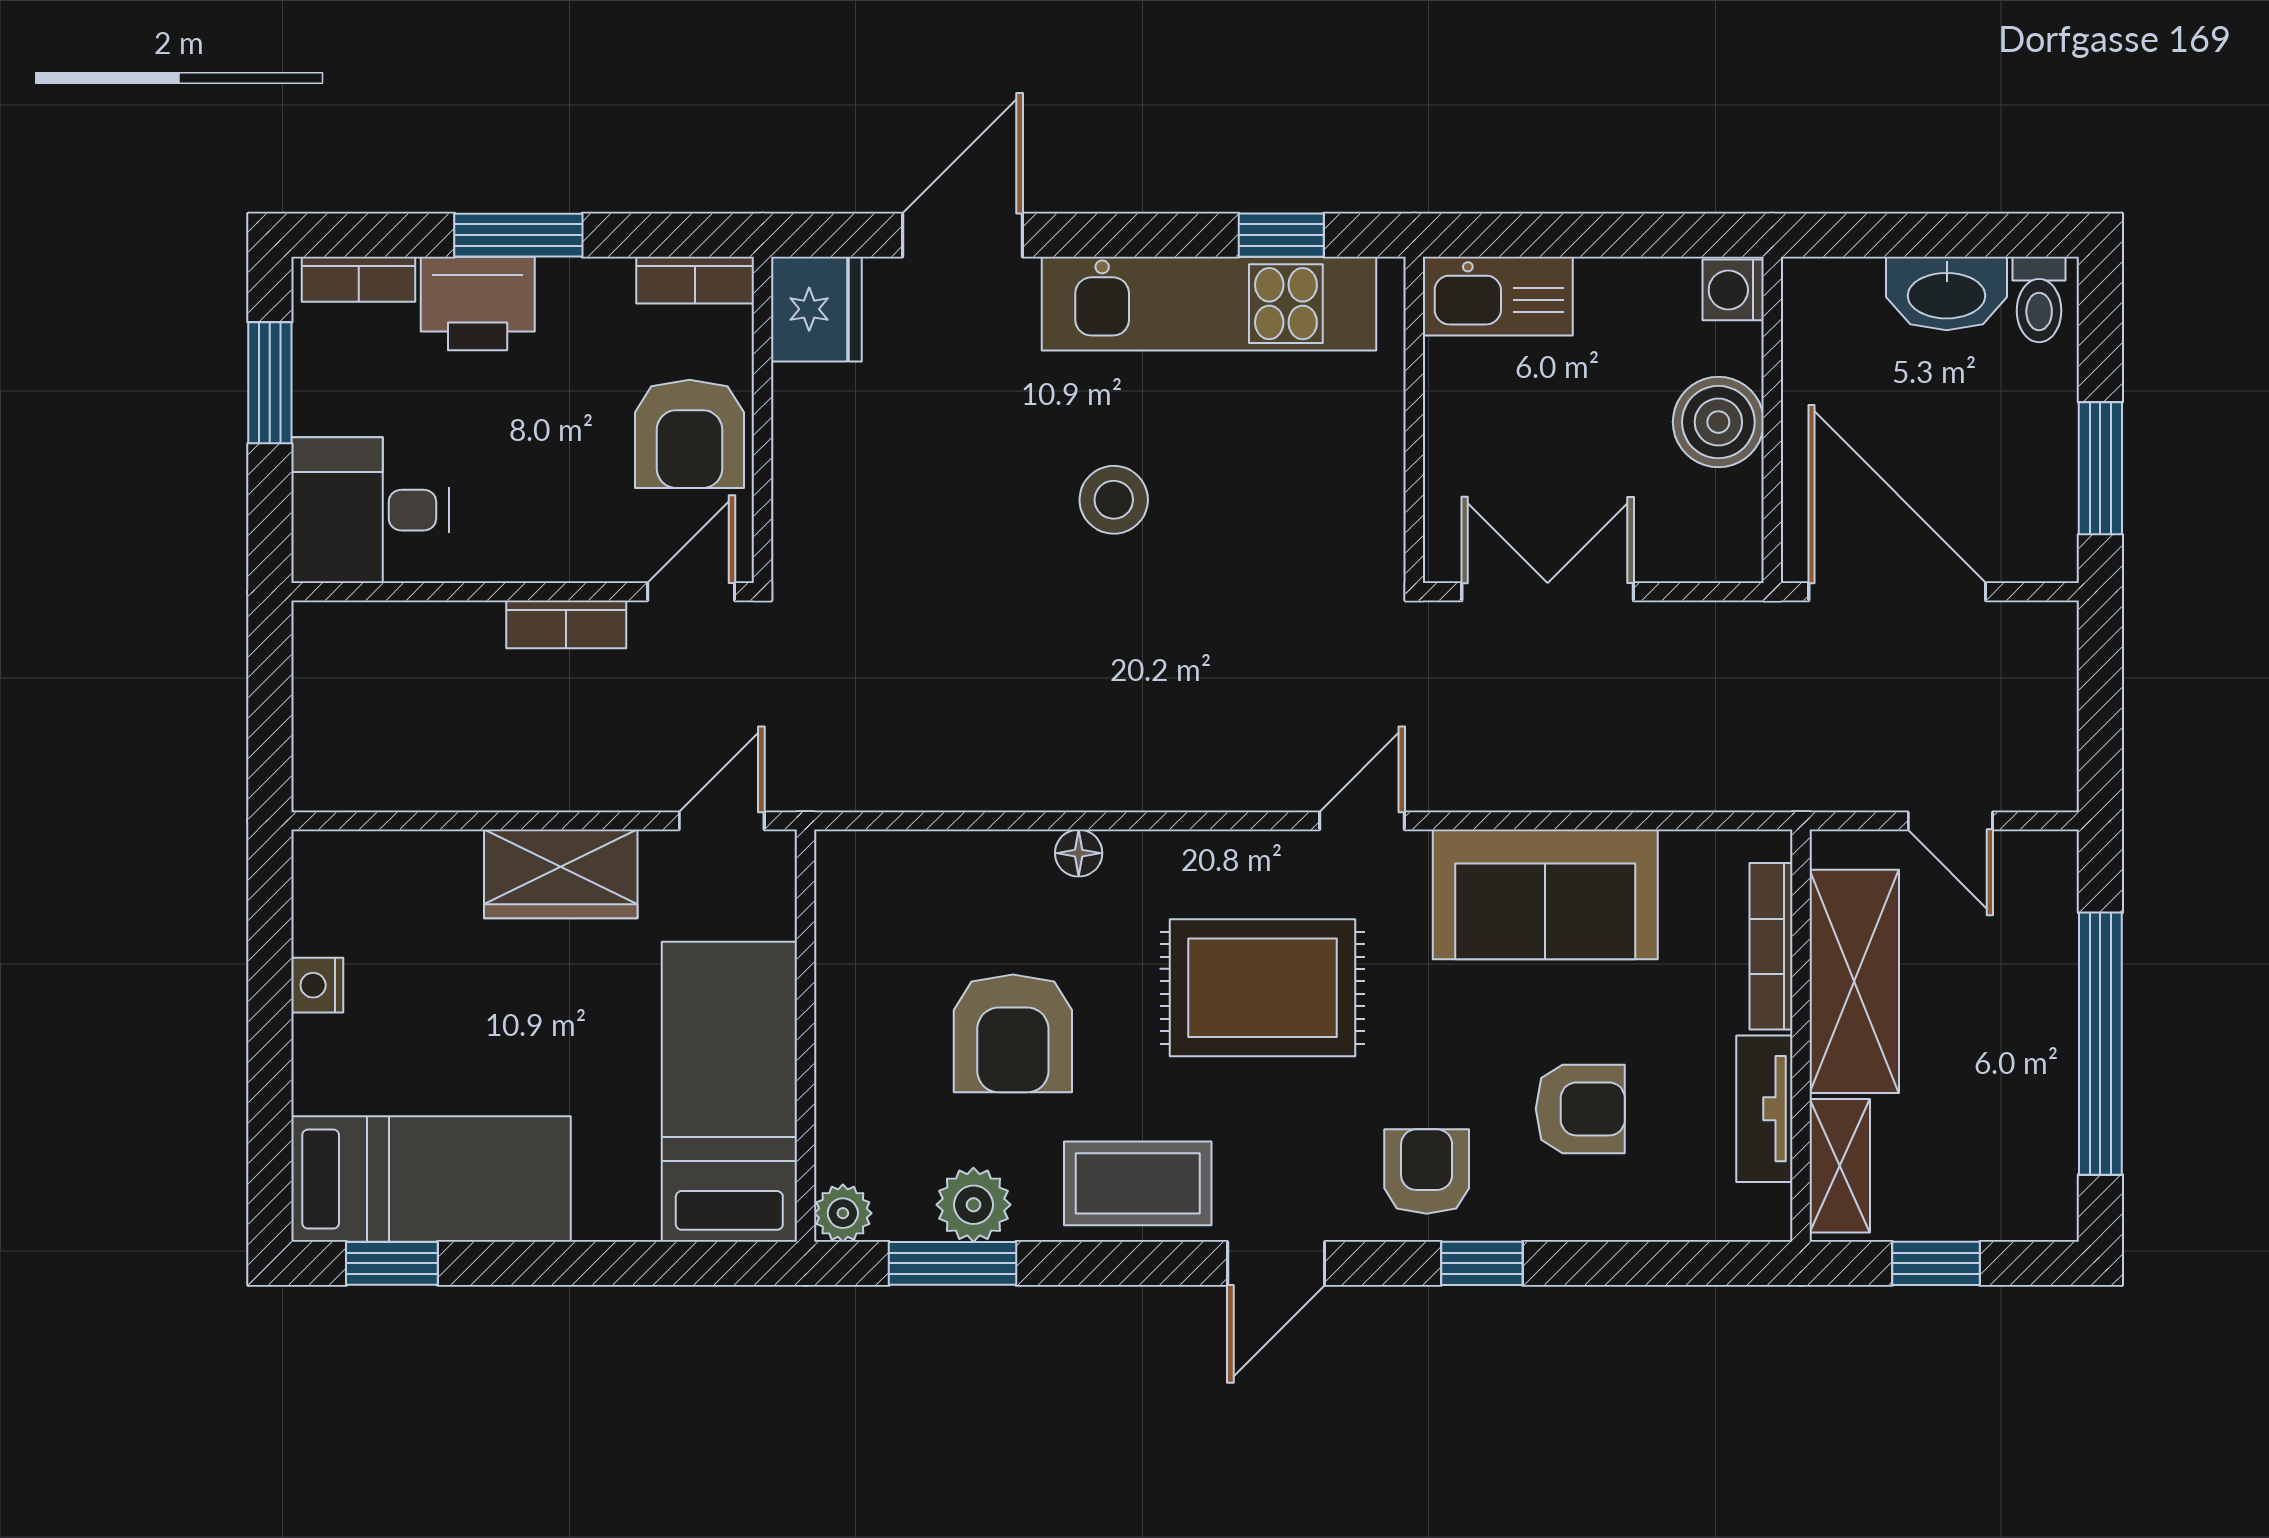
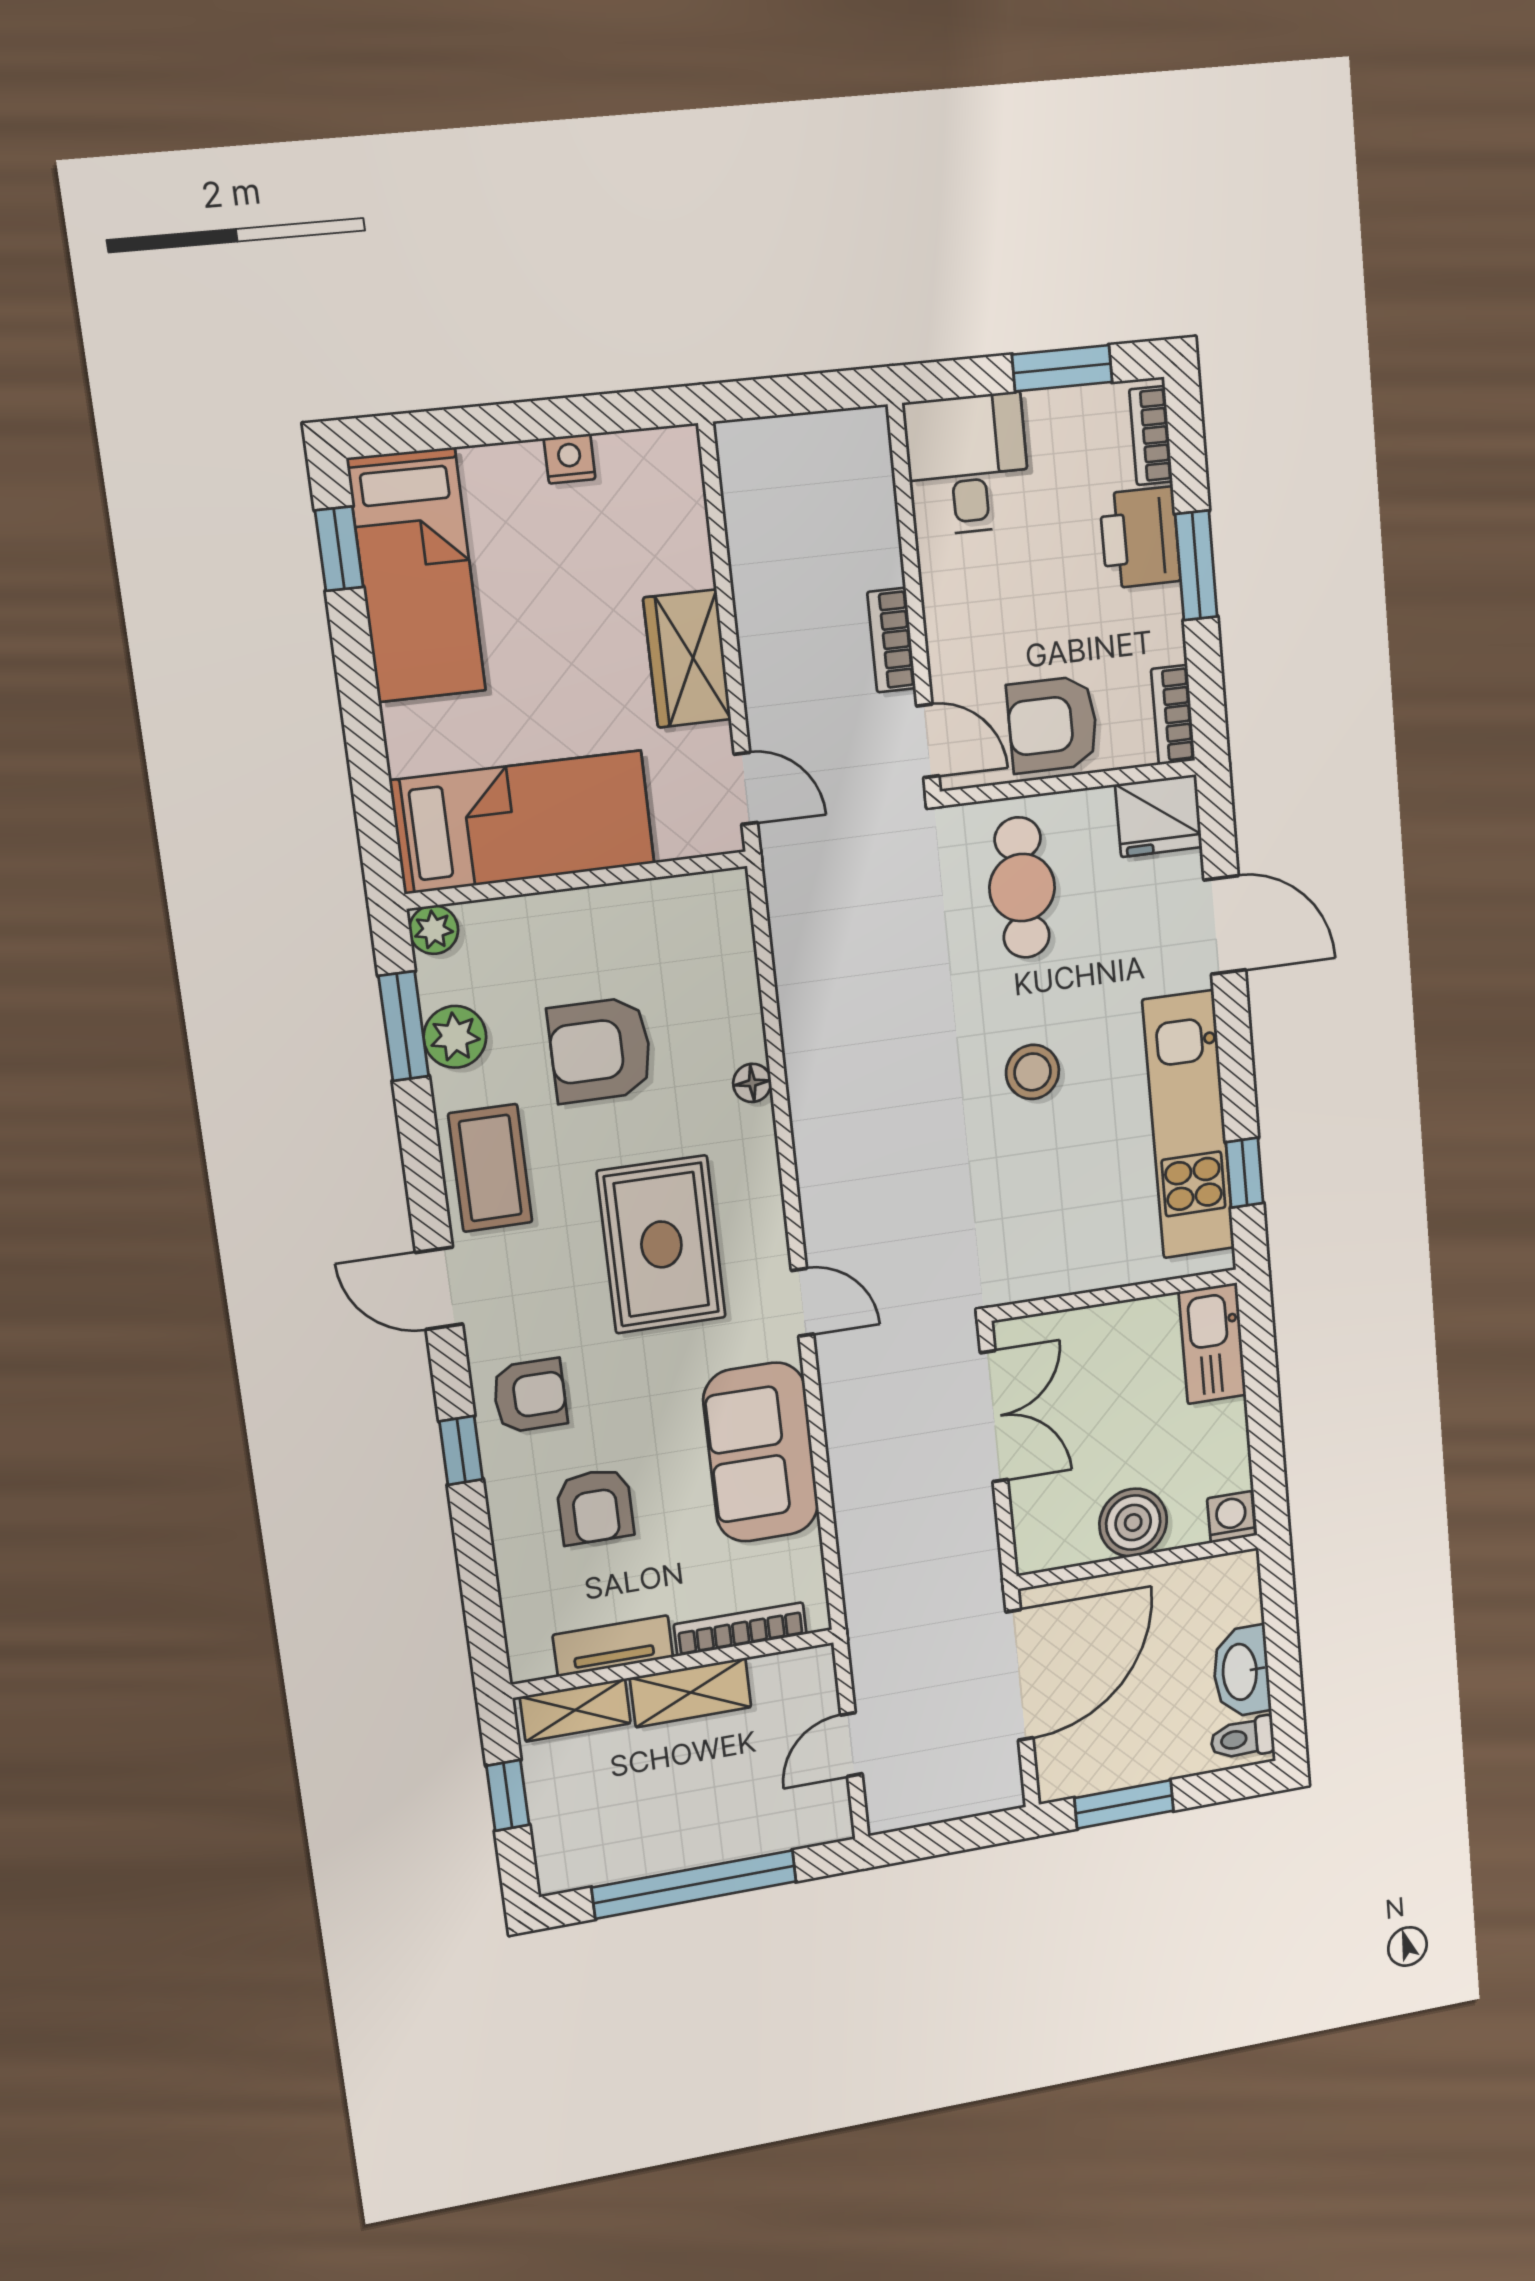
cafe table: (883, 491) -> (1022, 888), added
shelving: (1854, 981) -> (691, 1693), width x0.67, depth x0.75

